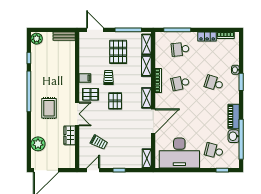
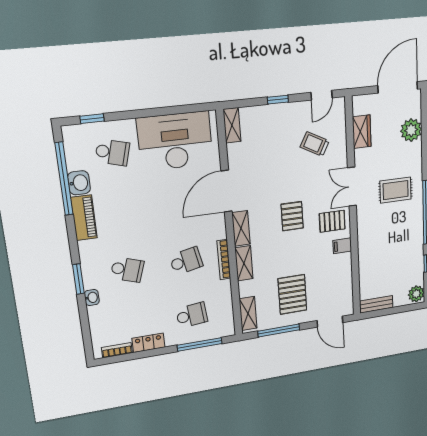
shelving: (146, 66) -> (244, 263), moved
trolley: (108, 77) -> (305, 252), removed
rug: (49, 108) -> (396, 190), turned 90
wardrobe: (70, 135) -> (362, 132), moved

